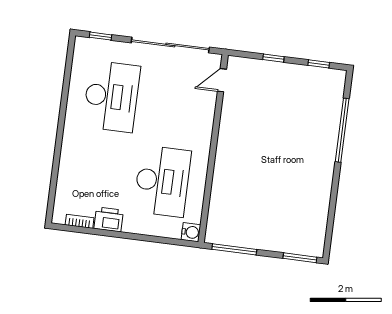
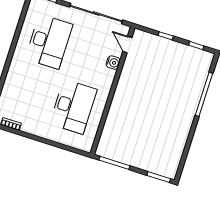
door: (222, 80) -> (127, 44), hinge flipped
printer: (109, 219) -> (31, 126), removed
water cooler: (191, 232) -> (113, 63), moved

